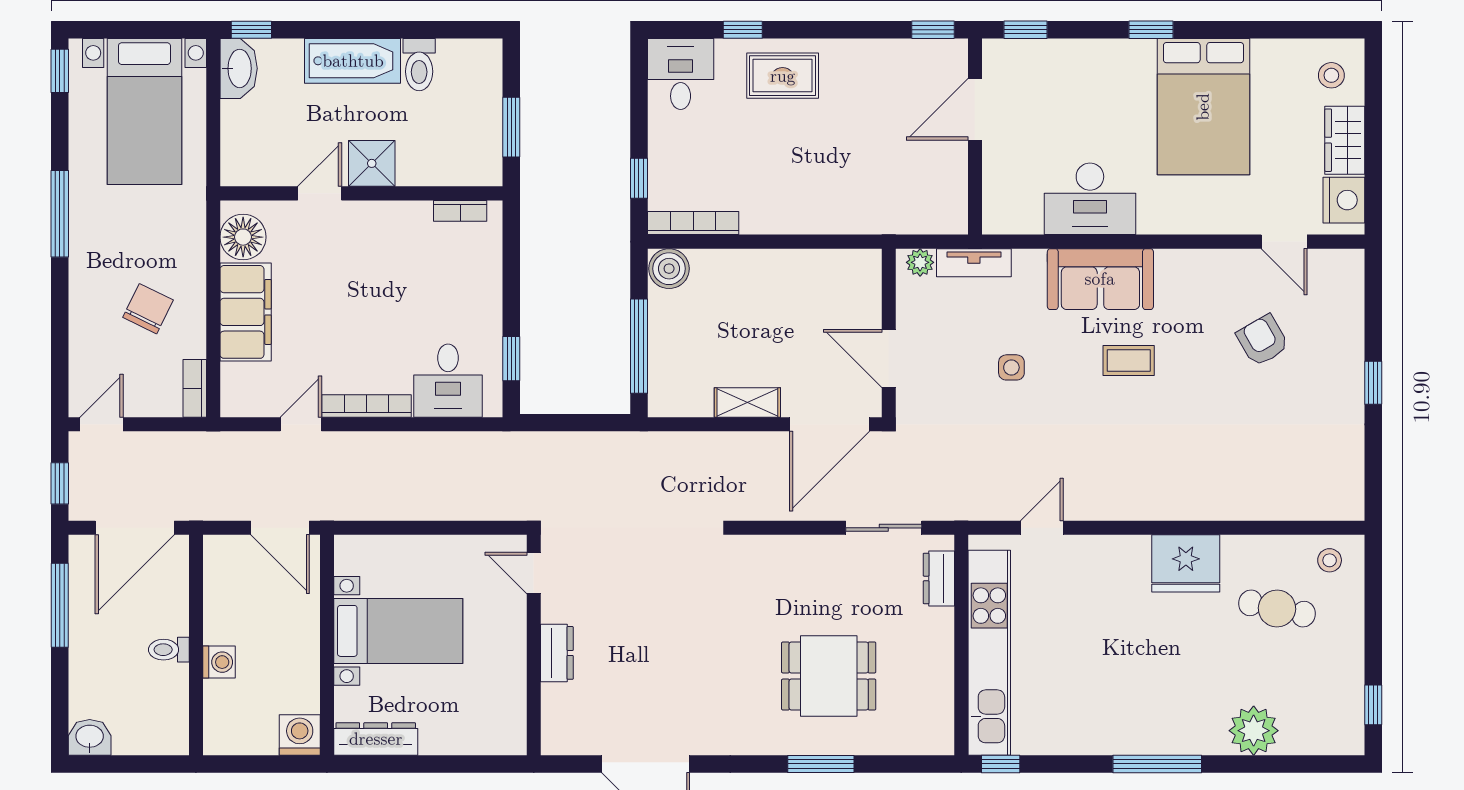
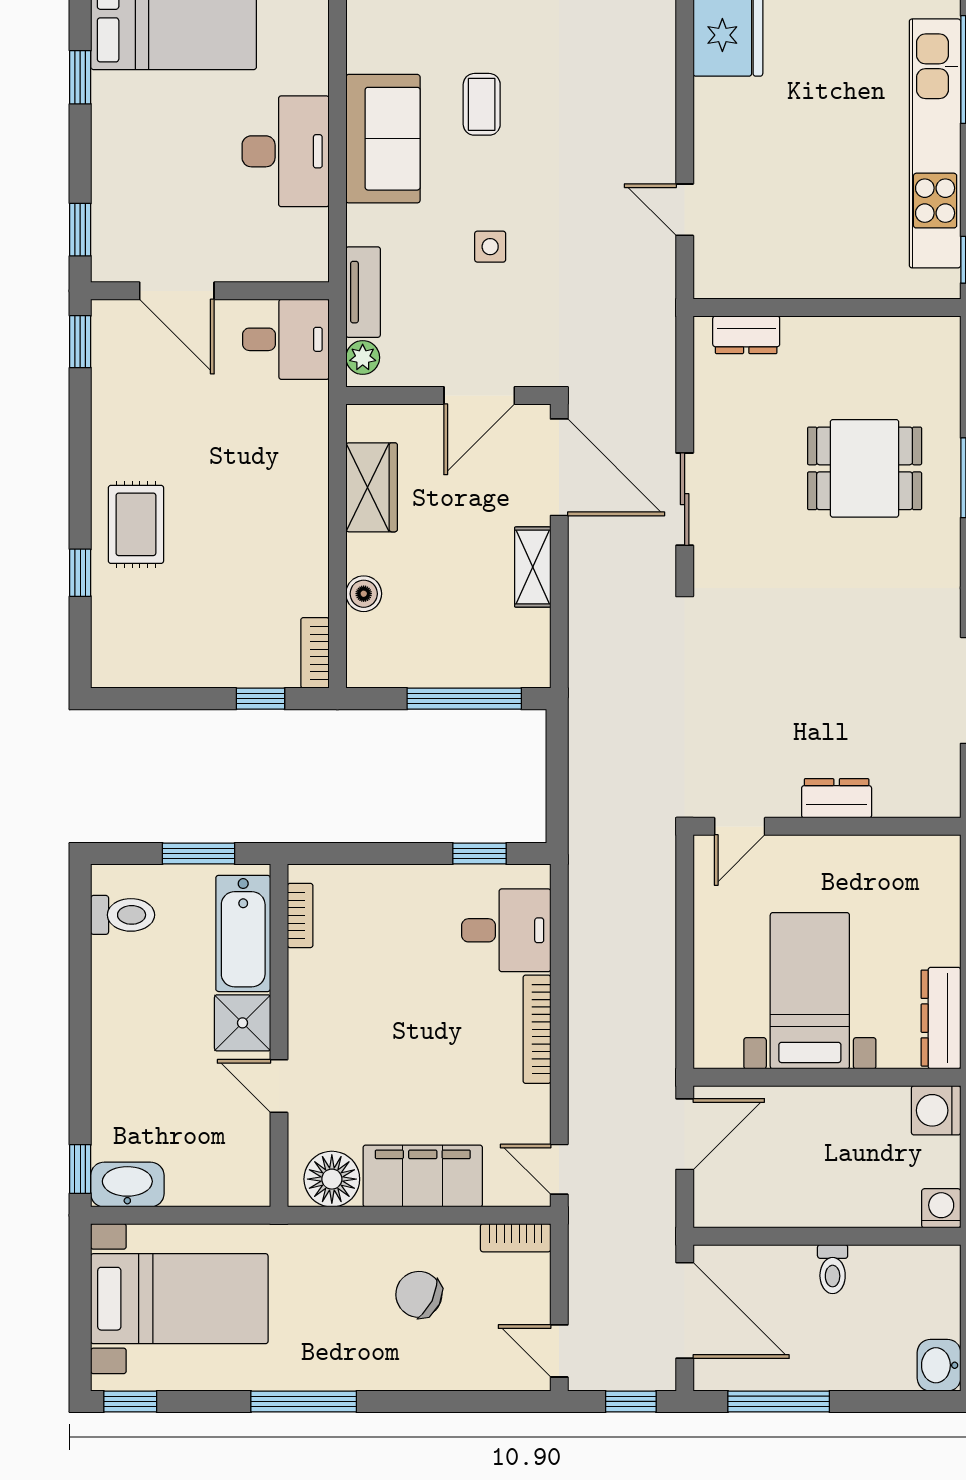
bathtub: (353, 61) -> (243, 933), moved, turned 180
toilet: (419, 65) -> (123, 915), moved
desk: (681, 74) -> (286, 339), moved, turned 180
bookcase: (693, 223) -> (315, 653), width x0.64
boiler: (669, 269) -> (364, 594), moved, width x0.73, depth x0.73
wardrobe: (813, 270) -> (372, 487), added
door: (301, 424) -> (559, 1169), moved
sliding door: (884, 528) -> (685, 499), moved
kitchen unit: (989, 653) -> (935, 143), moved, turned -90
washing machine: (219, 662) -> (941, 1208), moved
dining table: (829, 676) -> (865, 468), turned 90

